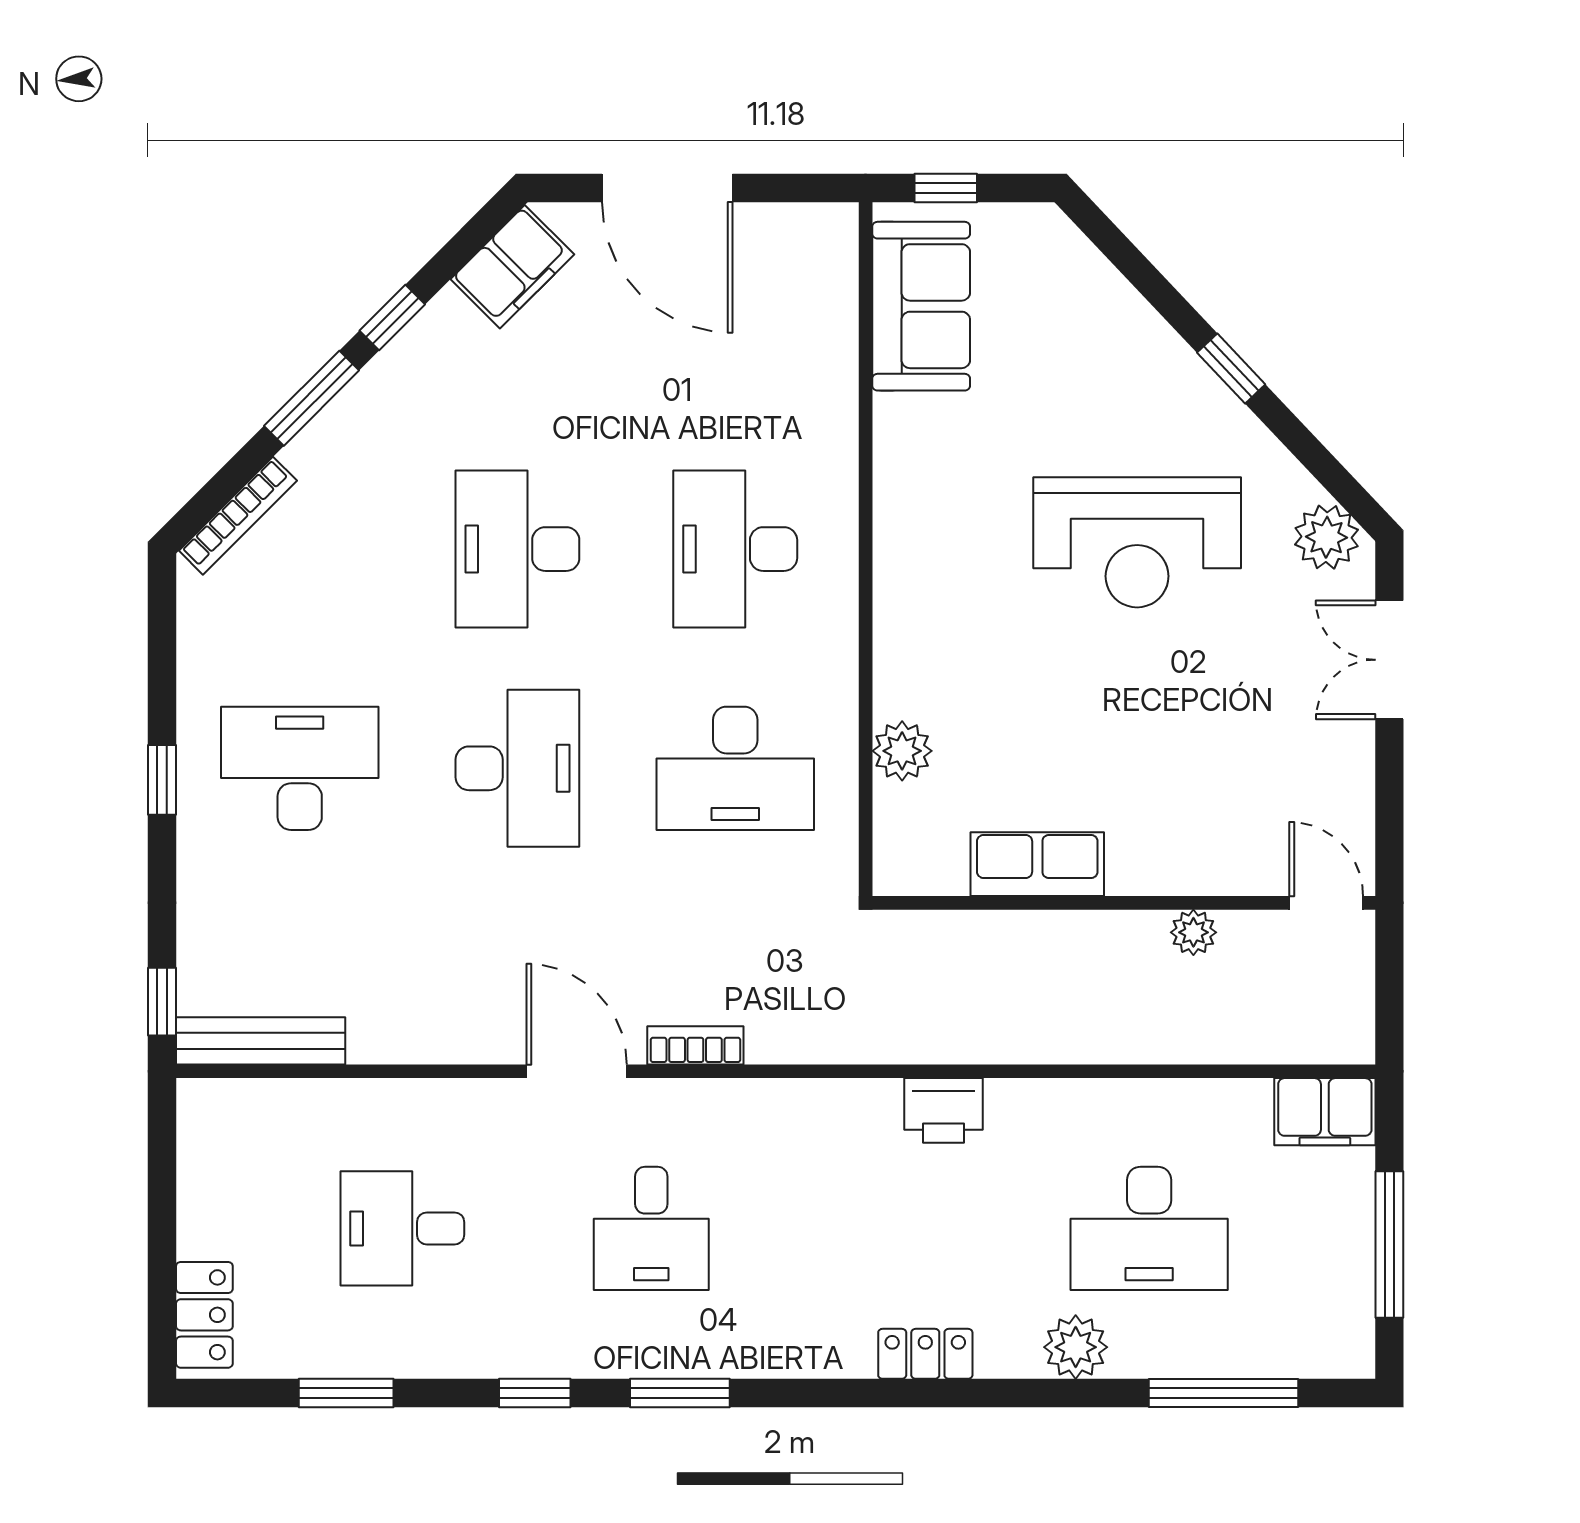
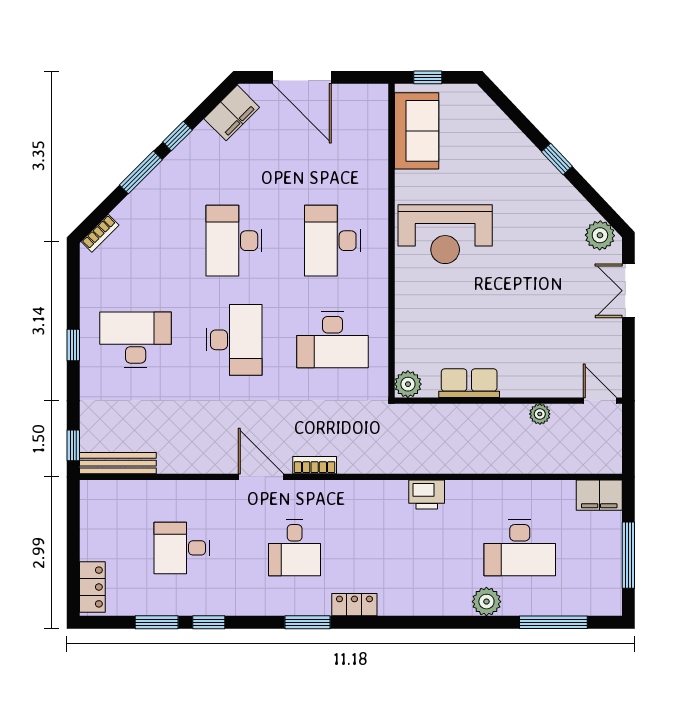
bookcase: (238, 516) -> (100, 233), width x0.64
reception desk: (1137, 542) -> (445, 234), moved
plant: (902, 751) -> (408, 384), moved
locker: (925, 1354) -> (354, 605), moved
window: (535, 1393) -> (209, 622), moved

